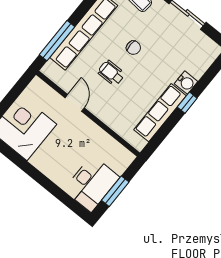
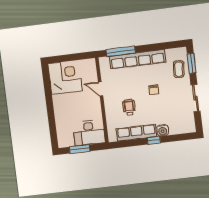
wheelchair: (111, 73) -> (129, 107), moved
door: (75, 103) -> (101, 89), swing flipped
desk: (92, 184) -> (89, 133), moved

